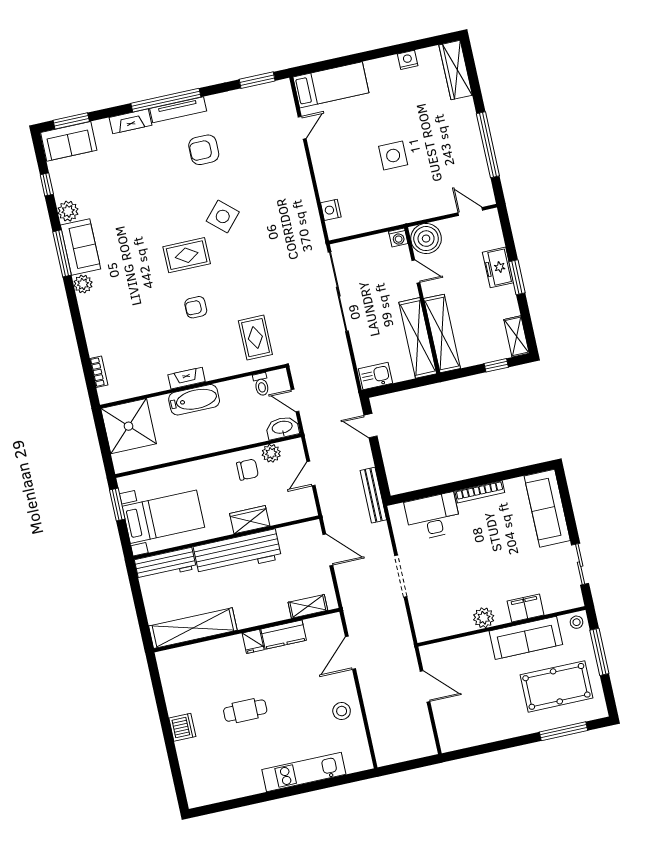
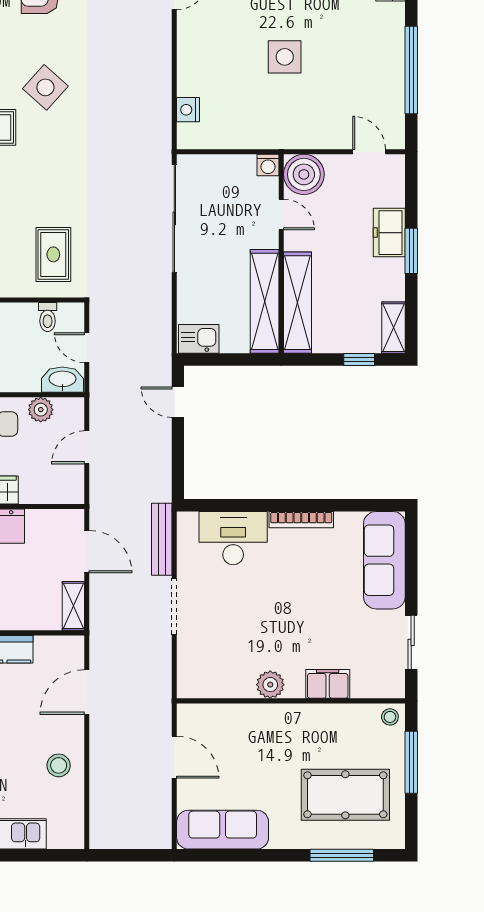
bench: (373, 495) -> (162, 539), moved
shelving: (308, 606) -> (73, 606), moved, turned 90
sofa: (526, 638) -> (223, 830), moved, turned 180

